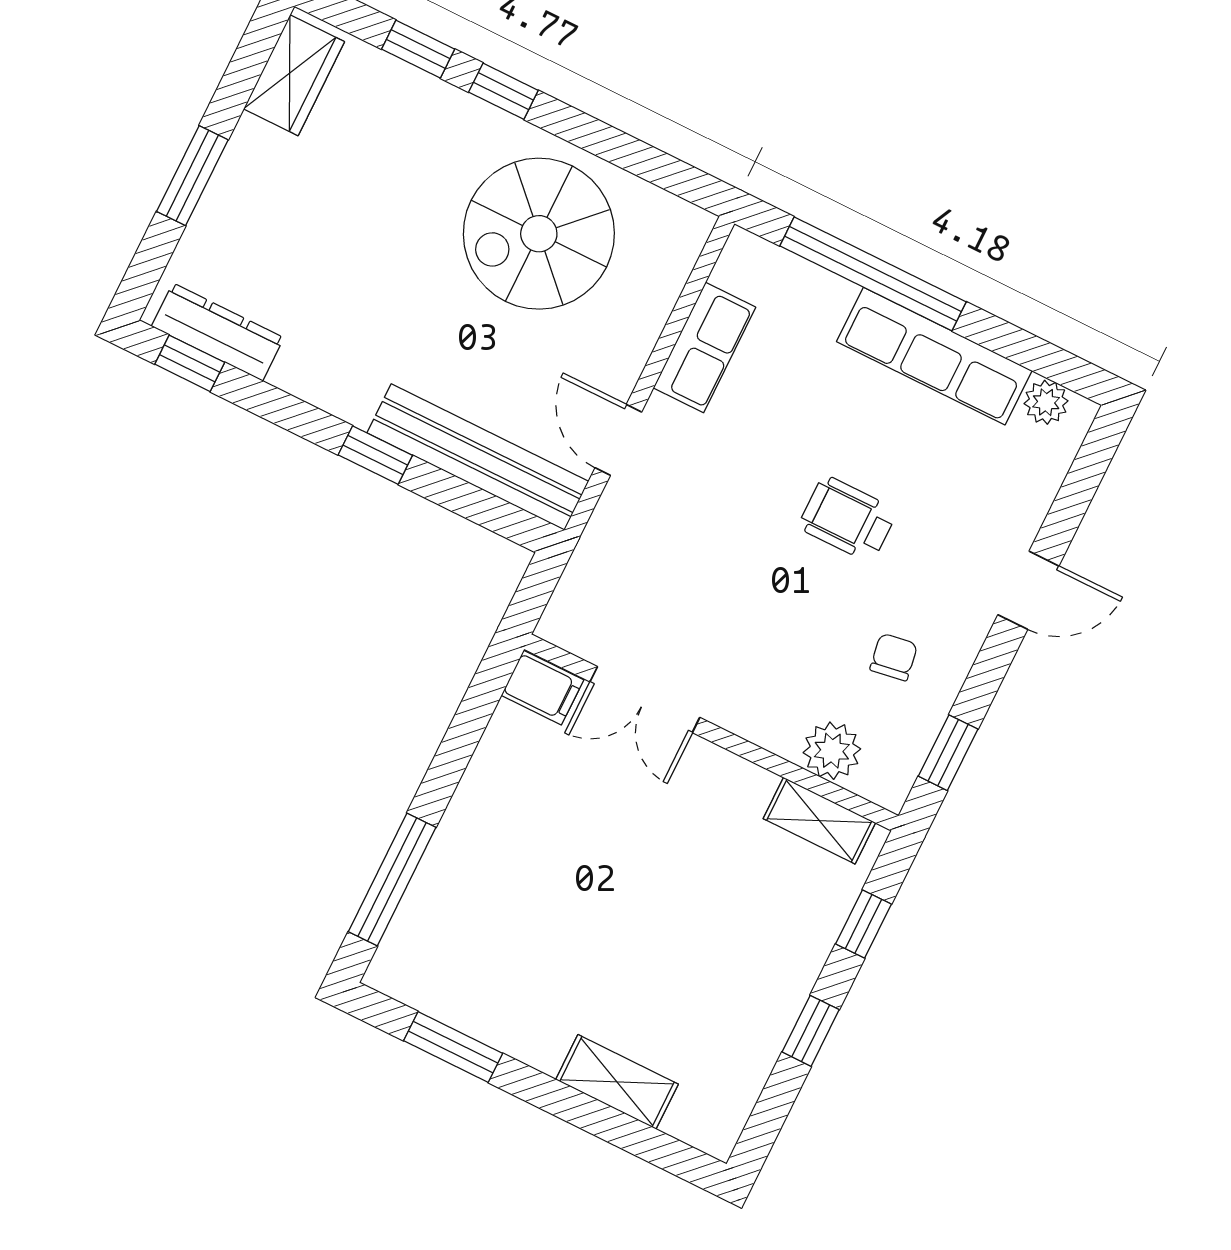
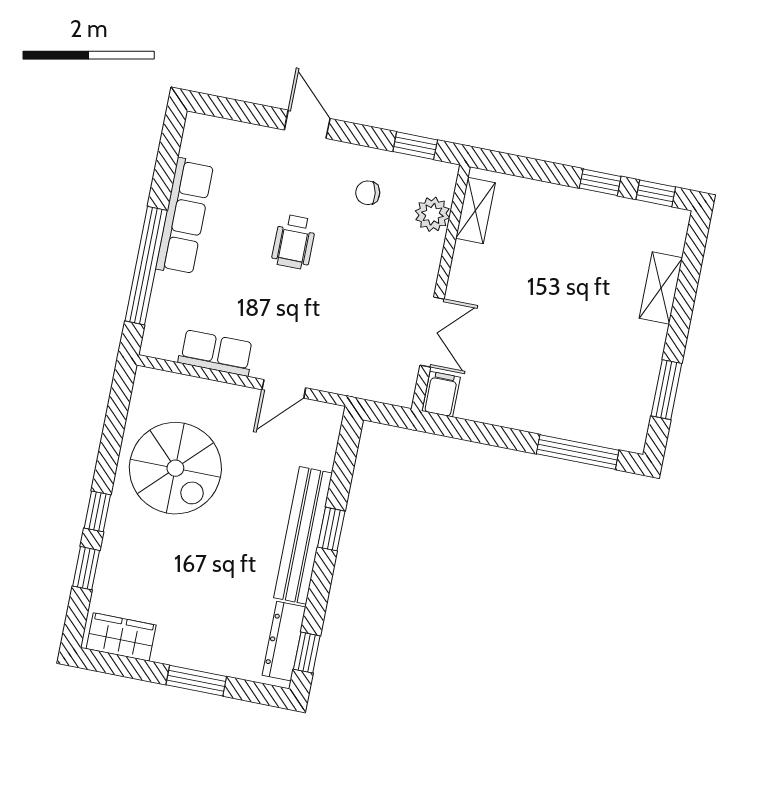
plant: (1046, 402) -> (194, 144), removed
bench: (478, 457) -> (303, 535), moved
window: (863, 924) -> (656, 193), moved

